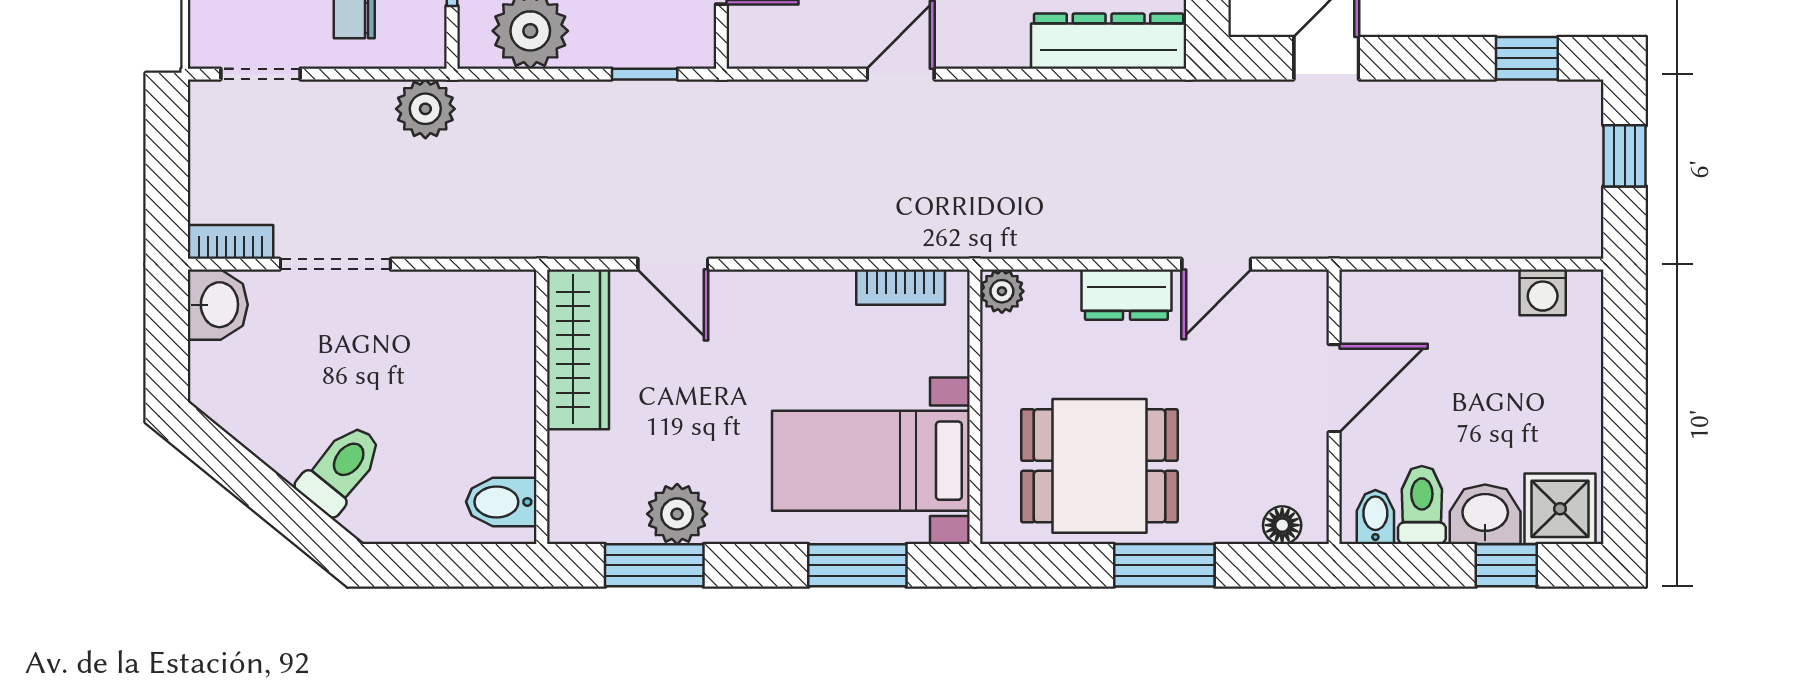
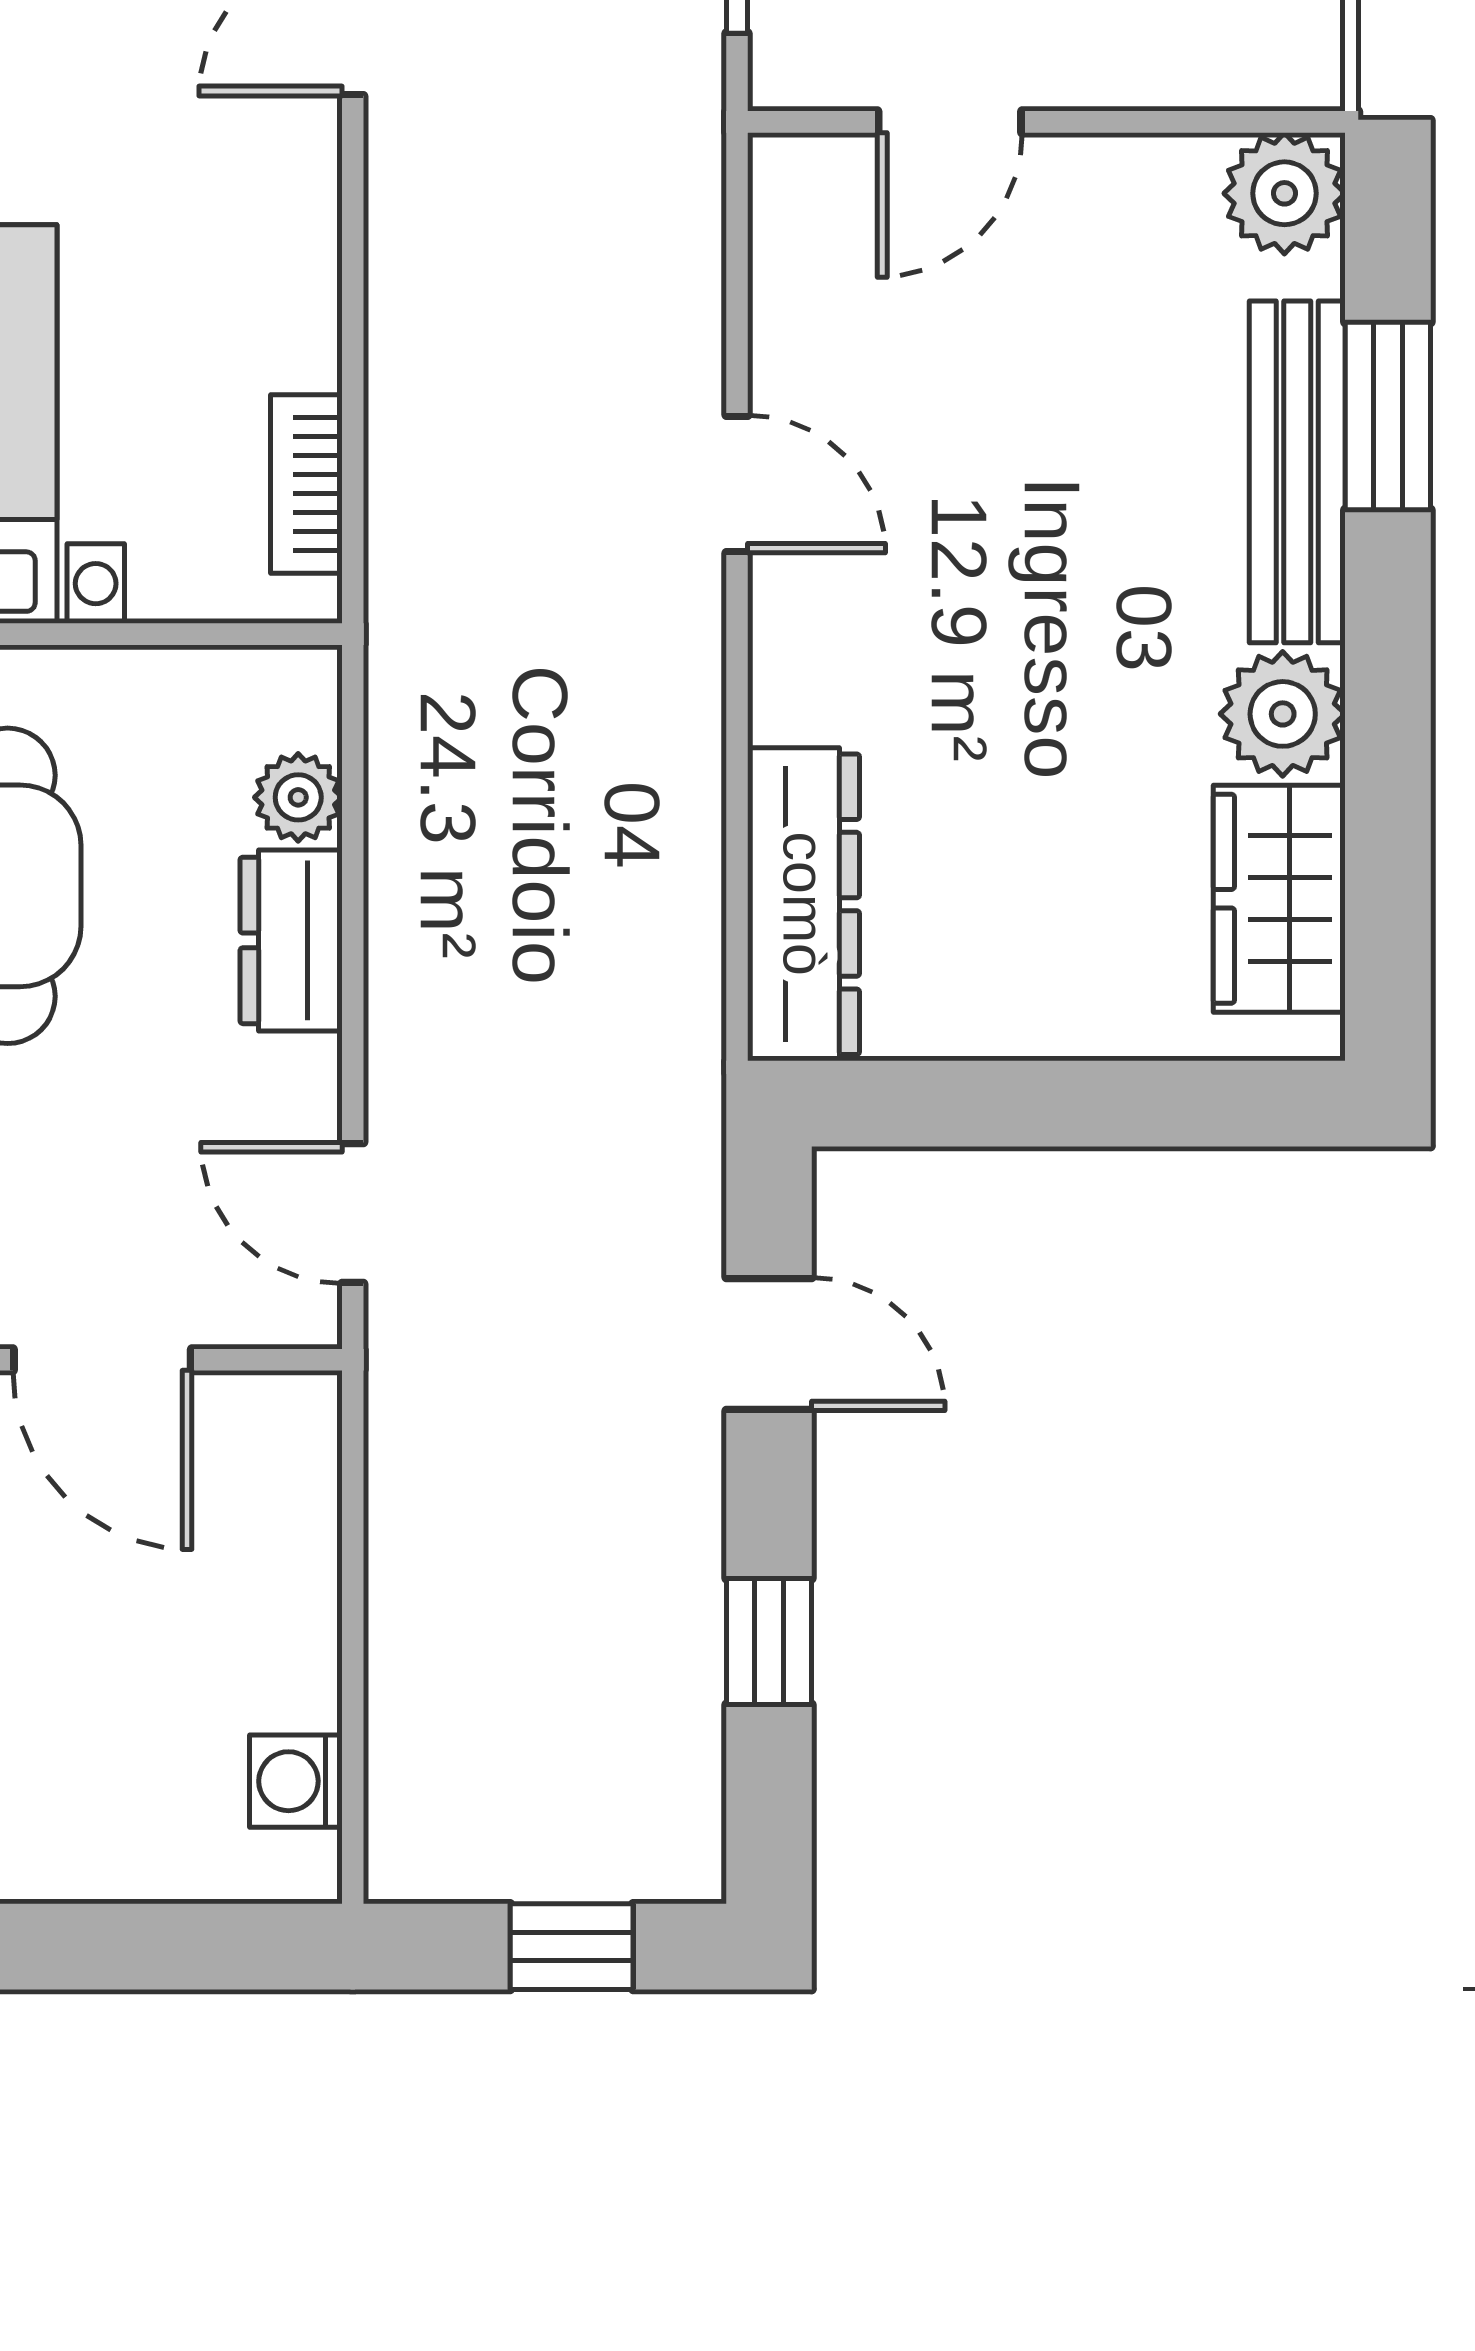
window: (1527, 58) -> (769, 1642), moved
door: (1216, 264) -> (353, 1213), moved
plant: (1002, 291) -> (298, 797), moved

